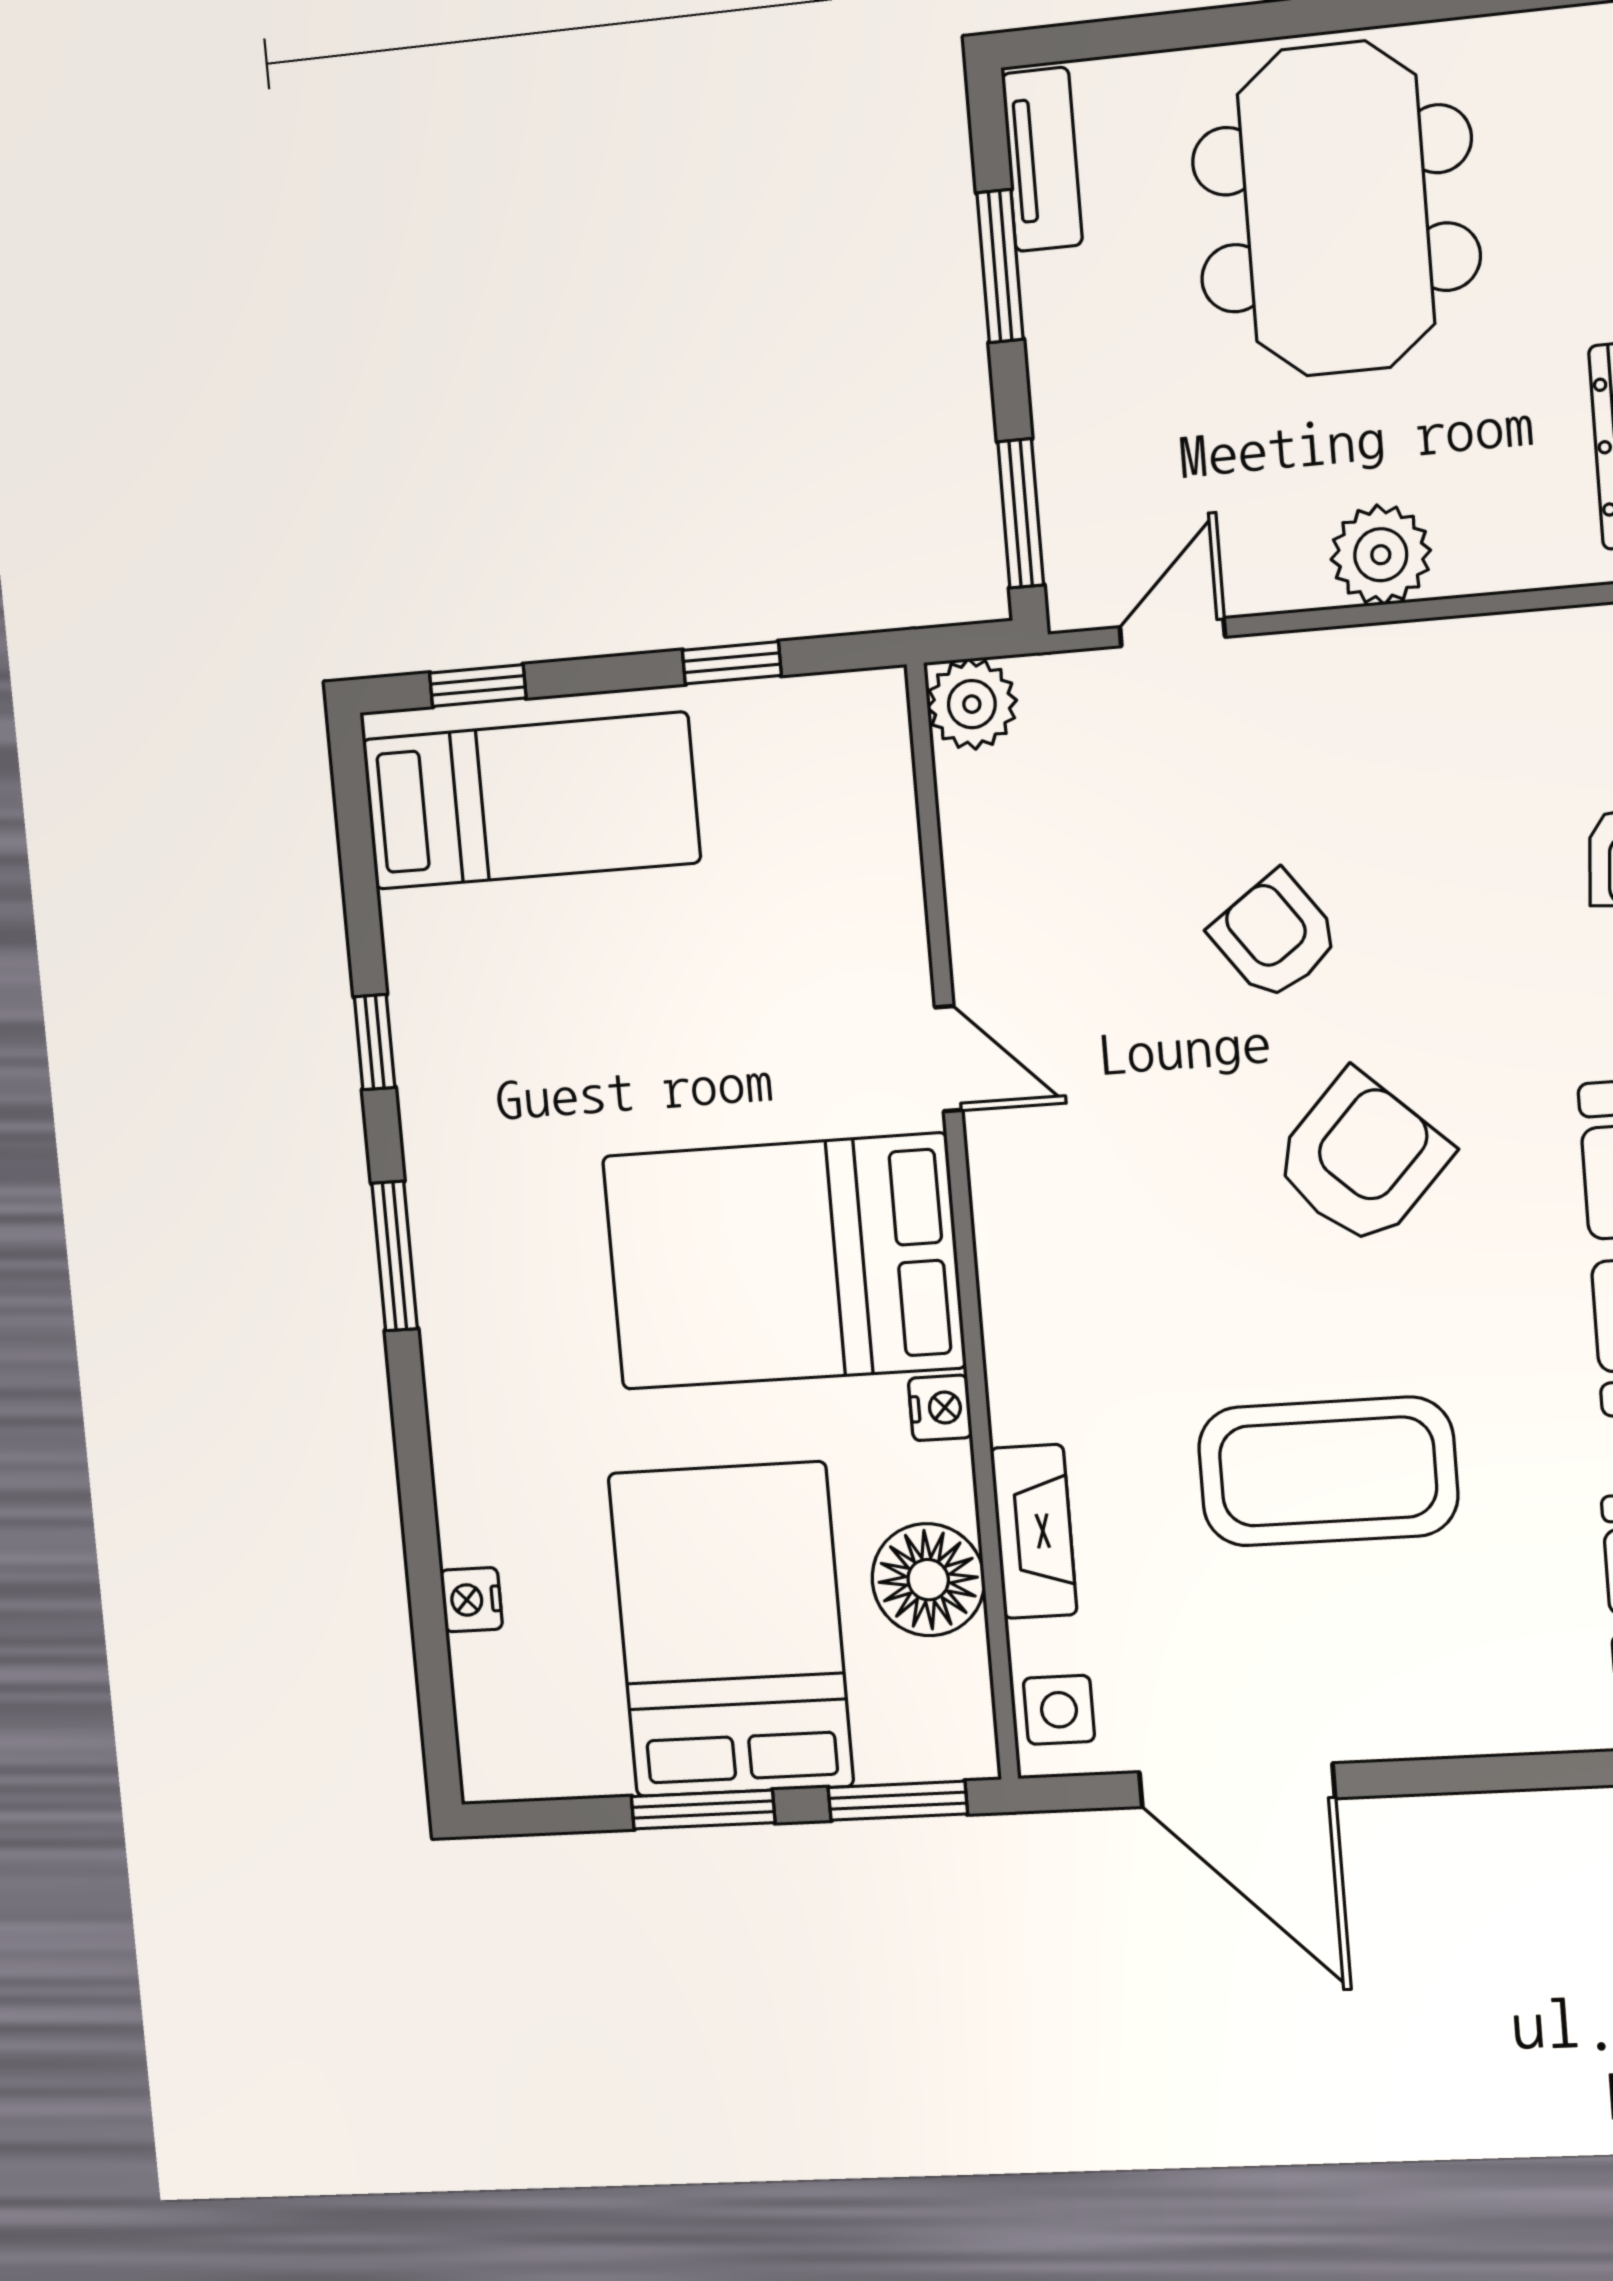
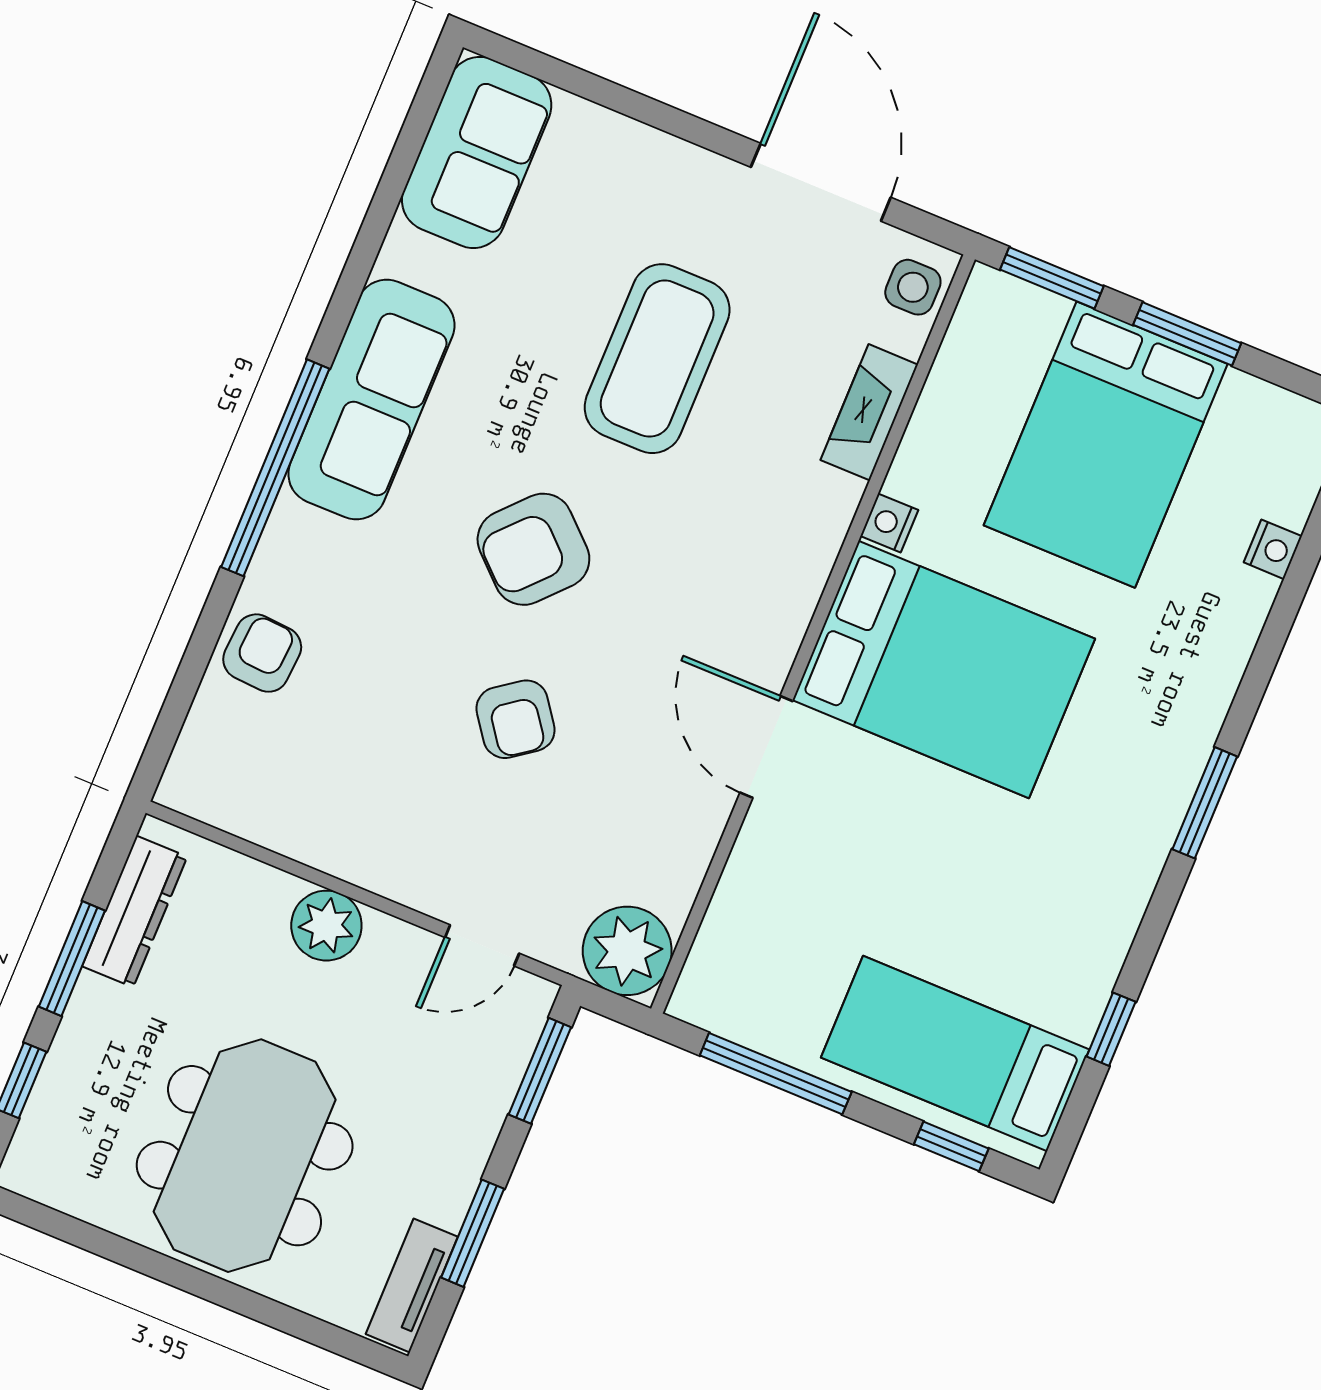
window: (732, 663) -> (776, 1074), width x2.17
plant: (972, 704) -> (627, 951), width x1.36, depth x1.36
window: (375, 1042) -> (1111, 1029), moved
door: (949, 1059) -> (766, 747), width x1.38
coffee table: (1328, 1472) -> (657, 359), turned 90
floor lamp: (928, 1580) -> (956, 414), removed

